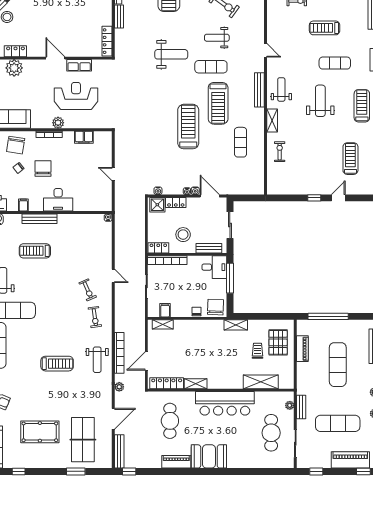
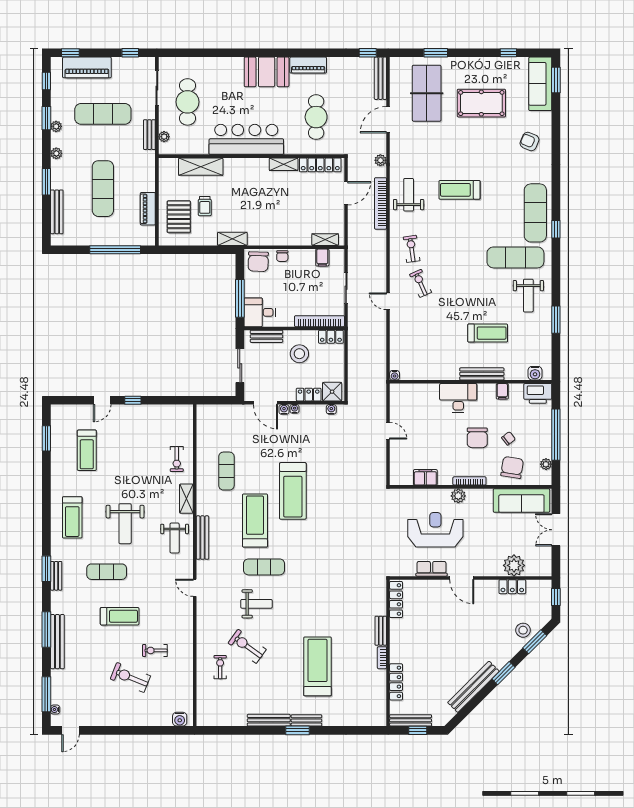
weight bench: (171, 54) -> (314, 583), removed
reception desk: (76, 96) -> (435, 530), turned 180

